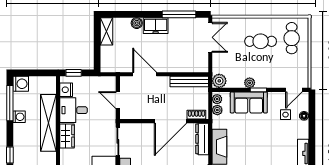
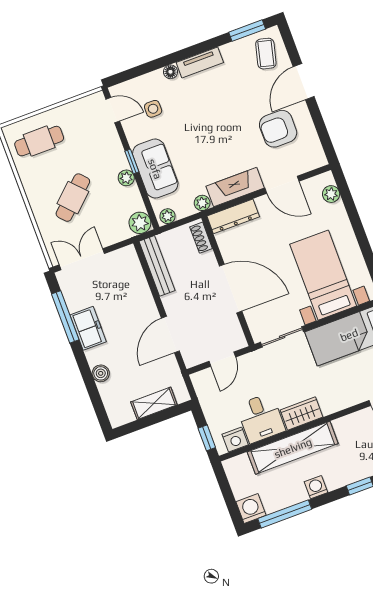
freezer: (156, 26) -> (88, 328), moved
shelving: (107, 31) -> (154, 403), moved
cafe table: (261, 41) -> (73, 198), moved, turned 47
plant: (217, 110) -> (202, 203), moved
floor lamp: (304, 116) -> (170, 72), moved
washing machine: (19, 117) -> (316, 487), moved
door: (170, 121) -> (231, 289), moved

